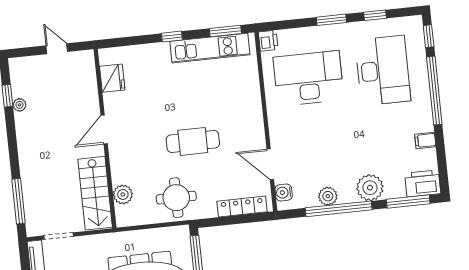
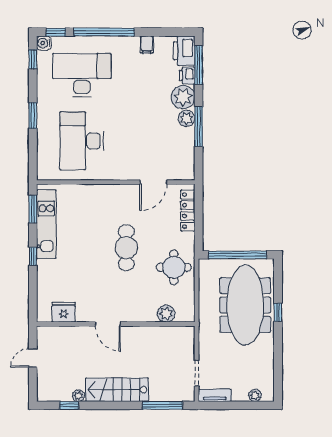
window: (375, 15) -> (33, 59), moved
printer: (268, 41) -> (187, 76), moved, turned -90
stairs: (95, 193) -> (117, 390), moved, turned 180
water cooler: (284, 193) -> (44, 43), moved, turned 90
plant: (328, 196) -> (187, 118), moved
window: (339, 209) -> (199, 126), width x0.68

